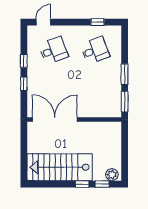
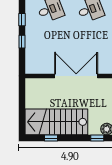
double door: (55, 120) -> (76, 76), moved
window: (82, 184) -> (51, 138), moved

